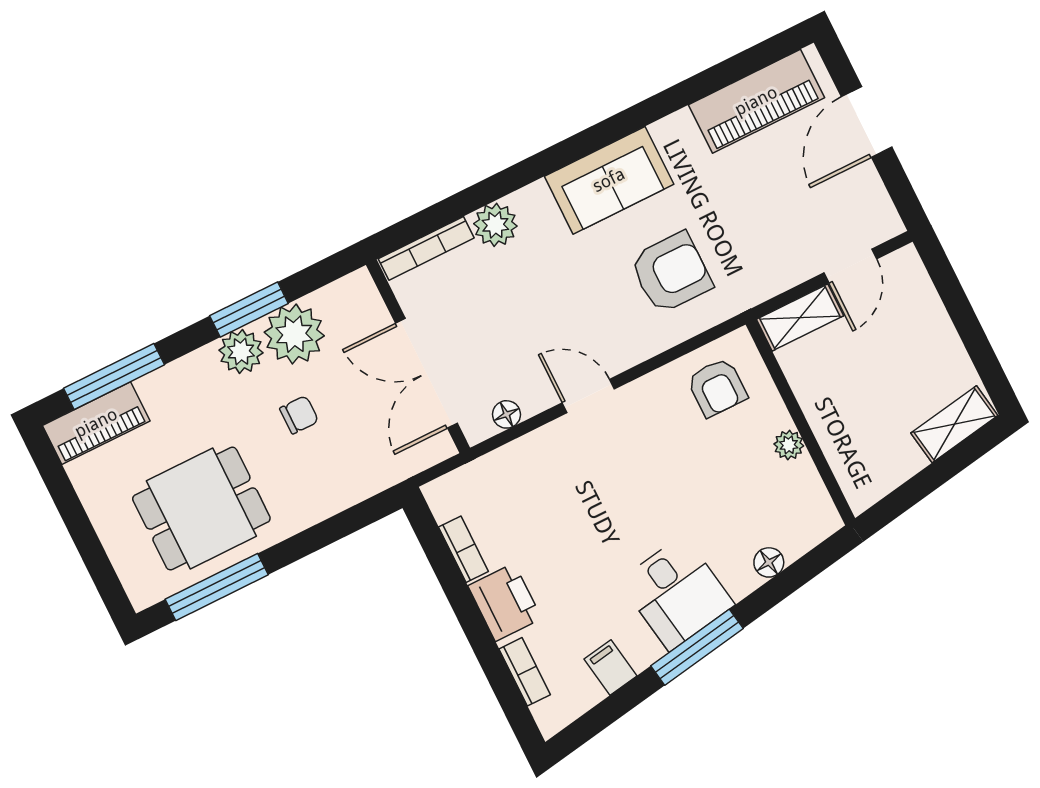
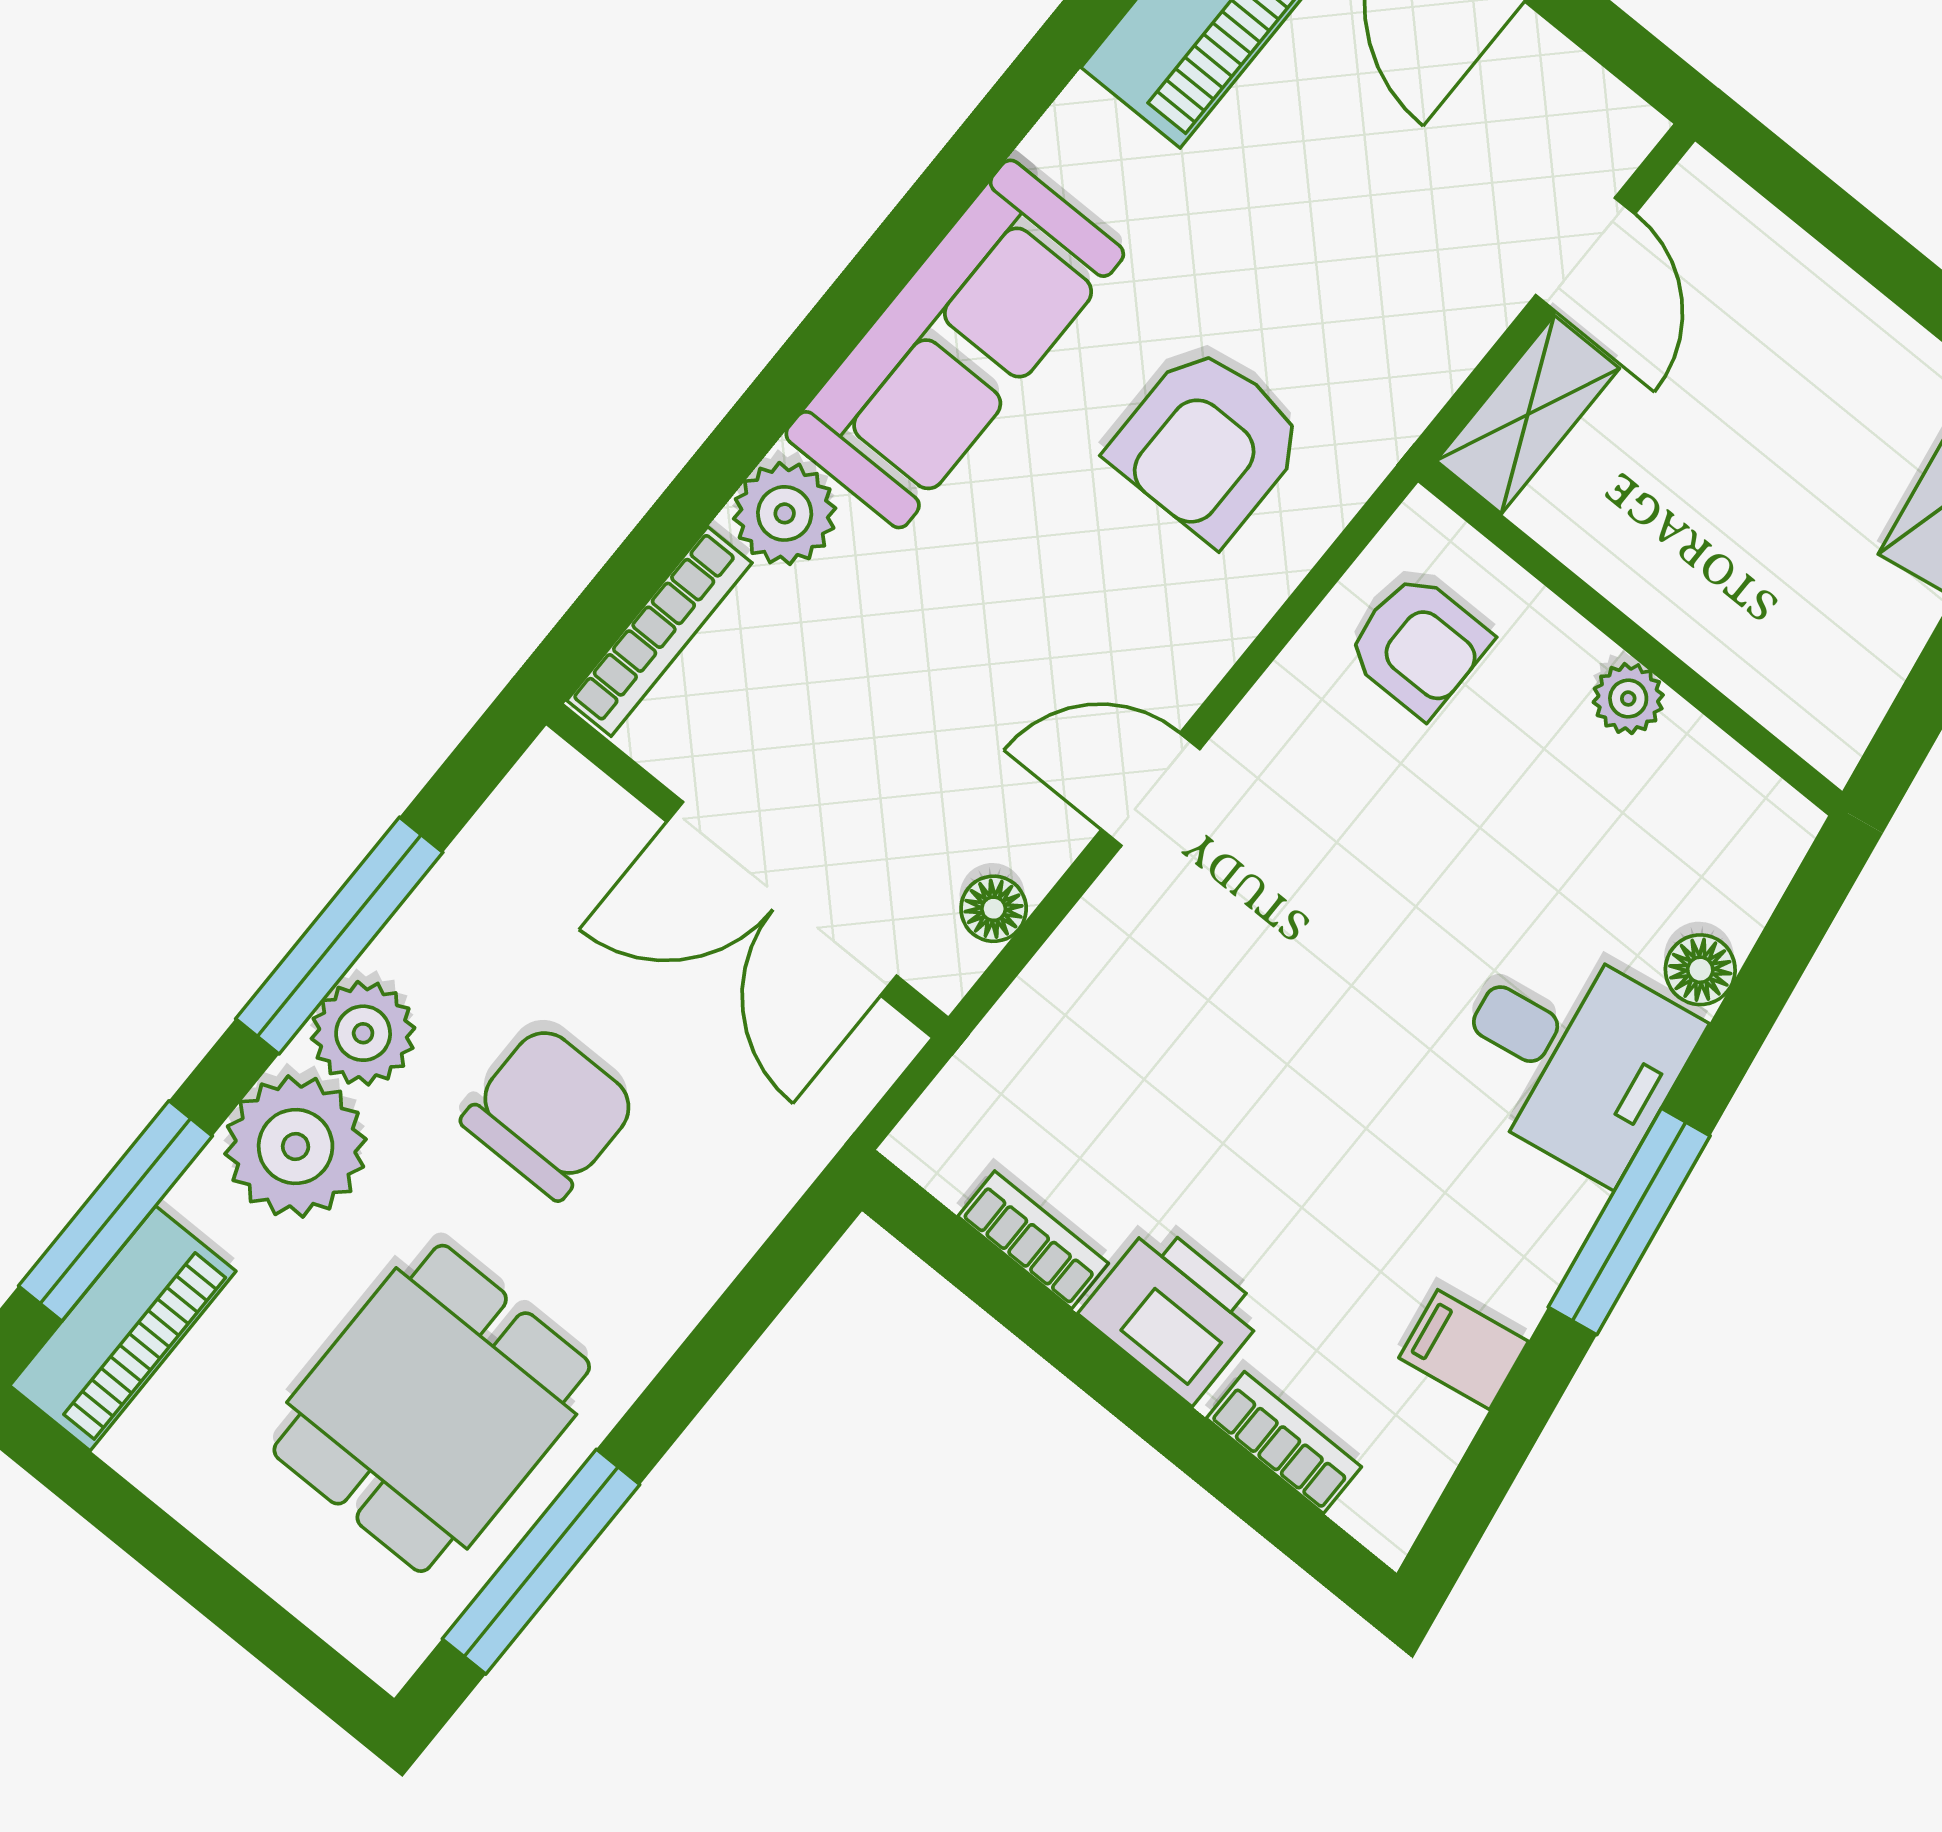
sofa: (609, 180) -> (955, 344), width x1.36
armchair: (671, 273) -> (1208, 444), turned 180
window: (249, 310) -> (339, 936), width x1.44
plant: (294, 334) -> (296, 1146), moved
chair: (299, 415) -> (549, 1112), width x1.87, depth x1.87
desk: (676, 593) -> (1572, 1056), moved

